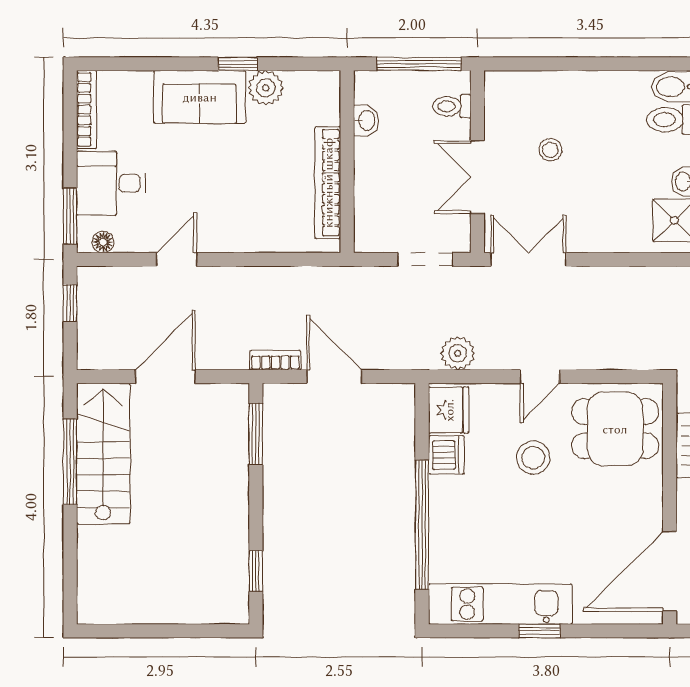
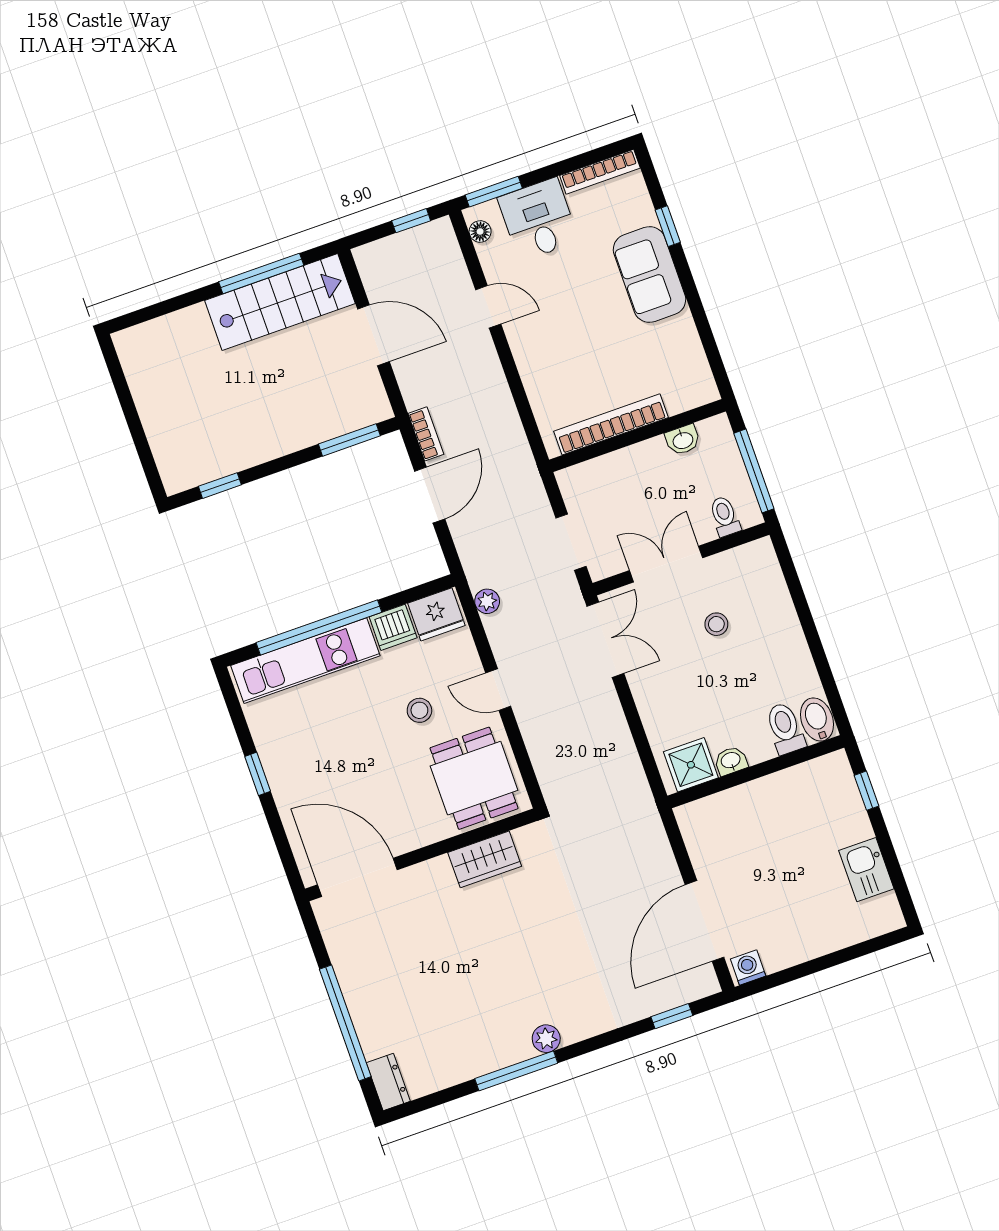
window: (238, 64) -> (668, 226), moved
plant: (266, 88) -> (680, 334), removed
plant: (458, 353) -> (487, 601), width x0.73, depth x0.73
stool: (533, 458) -> (419, 710), width x0.73, depth x0.73
kitchen unit: (500, 604) -> (305, 661), moved, turned 90

